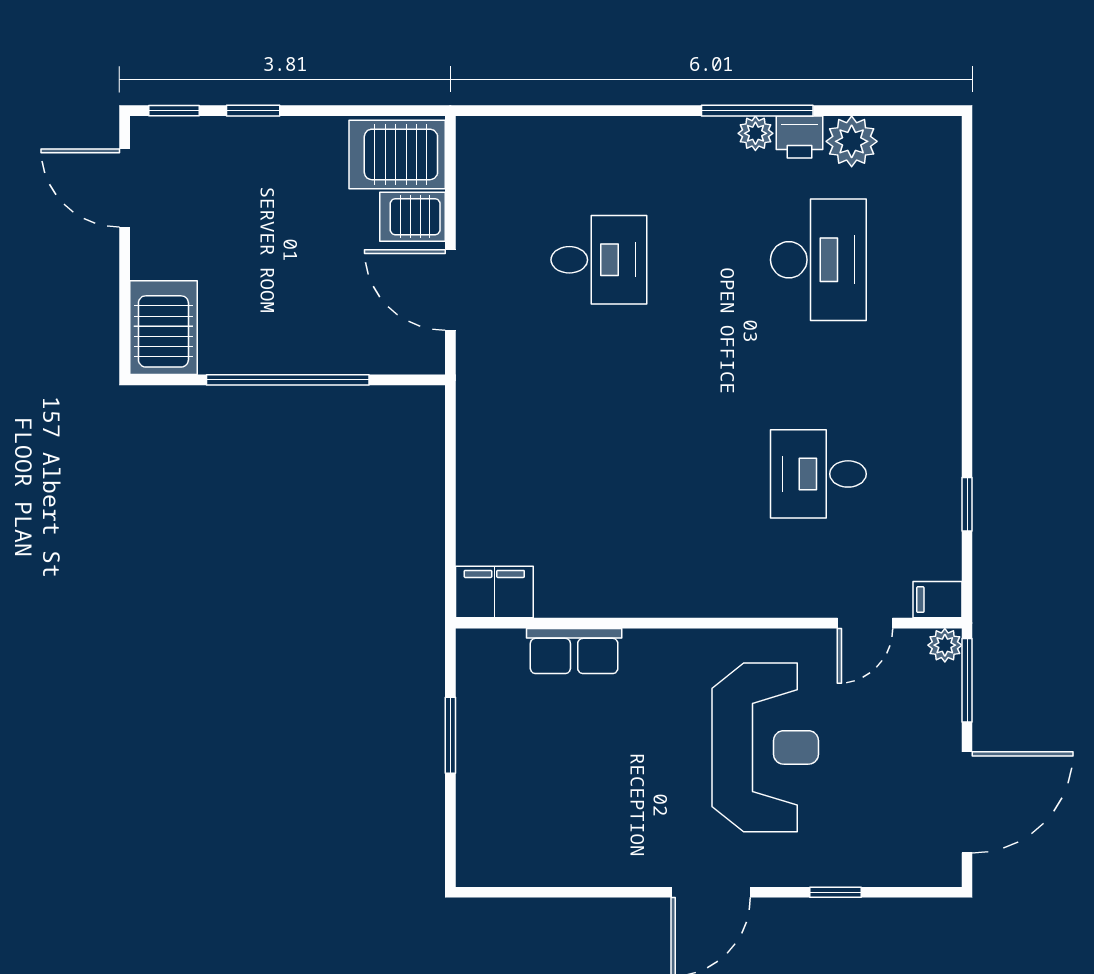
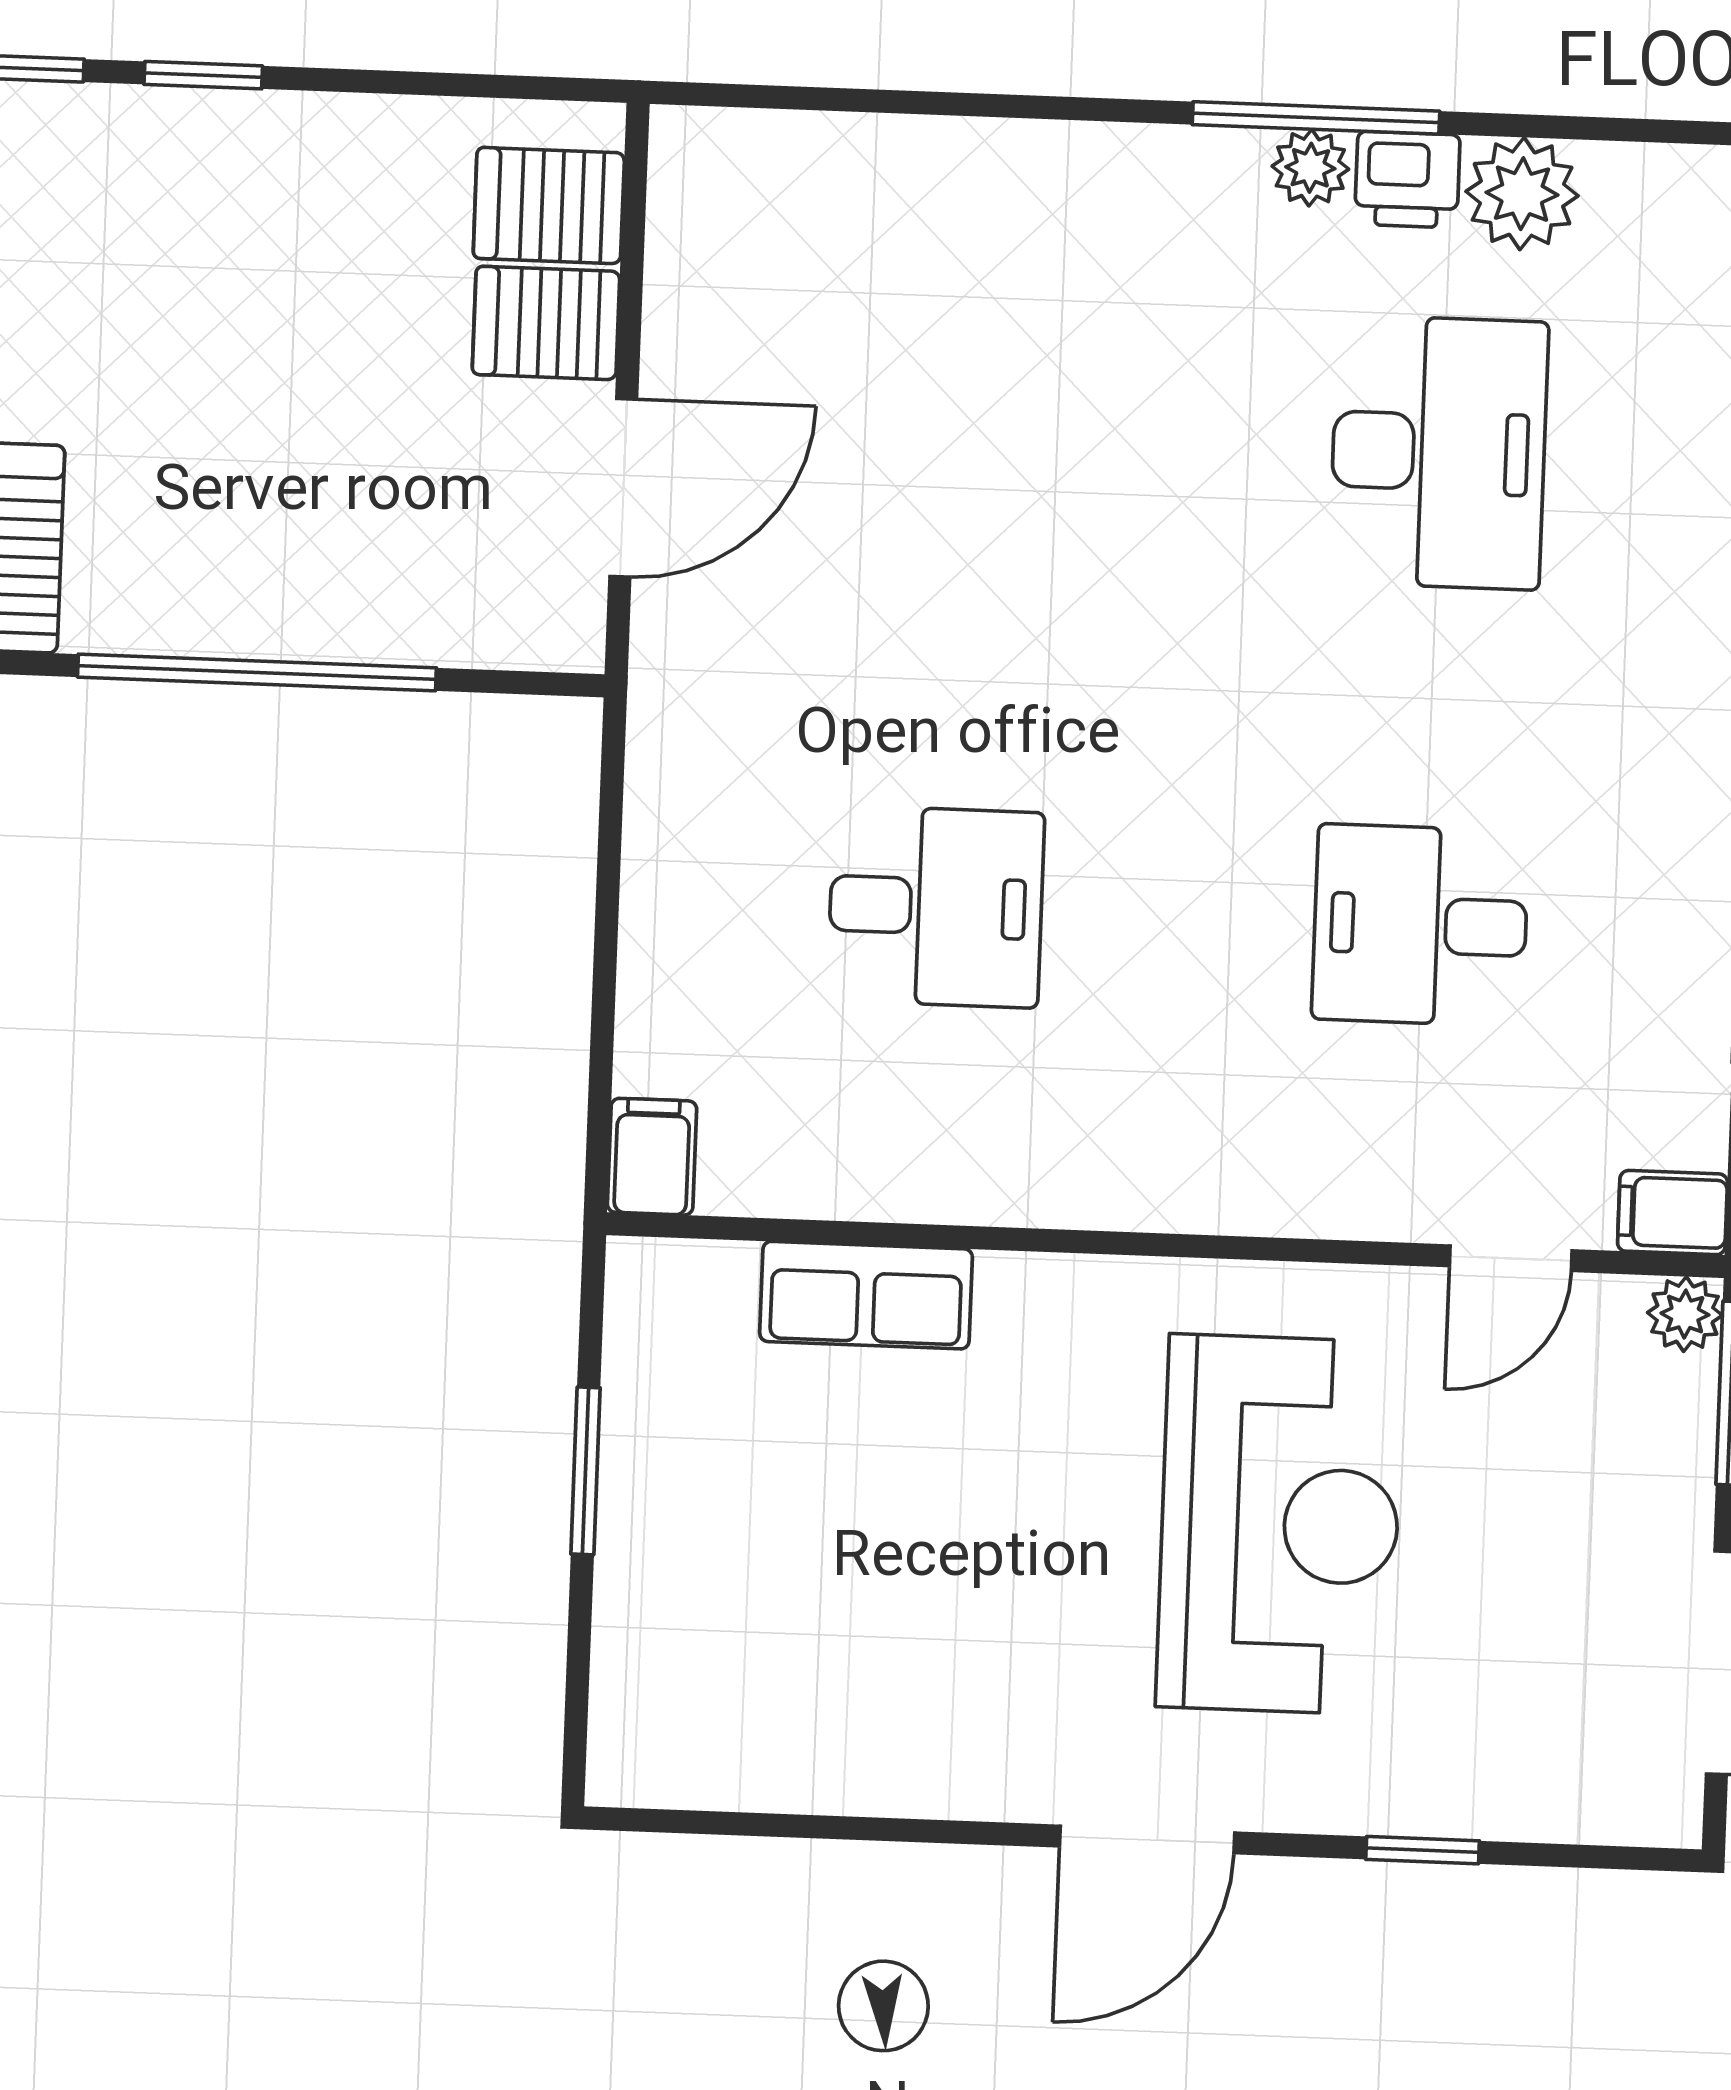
server rack: (397, 154) -> (549, 206), width x0.73, depth x0.70
desk: (599, 260) -> (936, 907), moved
door: (450, 290) -> (623, 488), swing flipped
filing cabinet: (494, 592) -> (652, 1157), width x0.50

